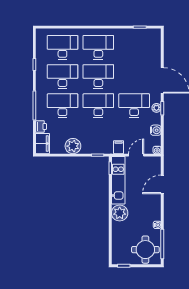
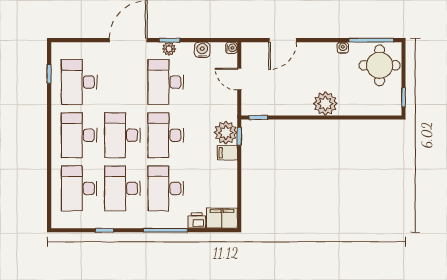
desk: (134, 47) -> (79, 82), added
plant: (73, 146) -> (226, 133), moved
filing cabinet: (119, 147) -> (227, 153), moved
kitchen unit: (118, 180) -> (277, 106), removed
door: (162, 184) -> (283, 40), hinge flipped

